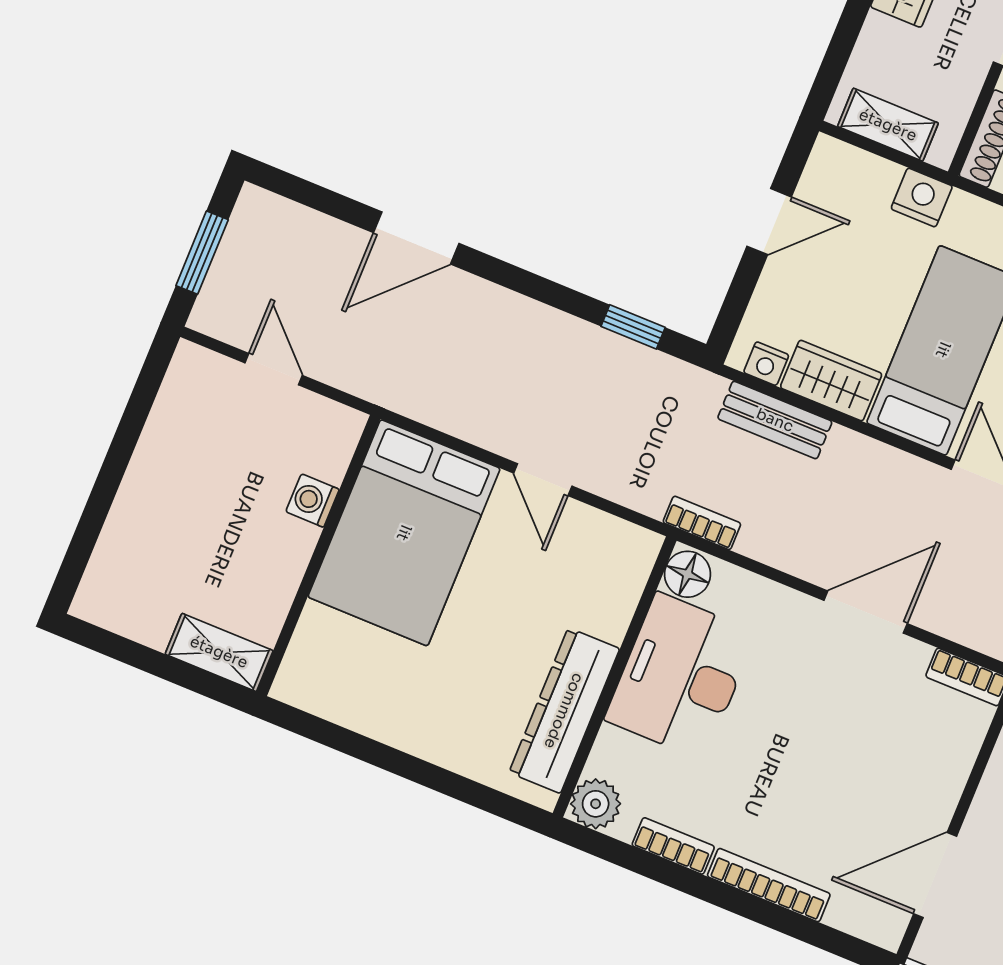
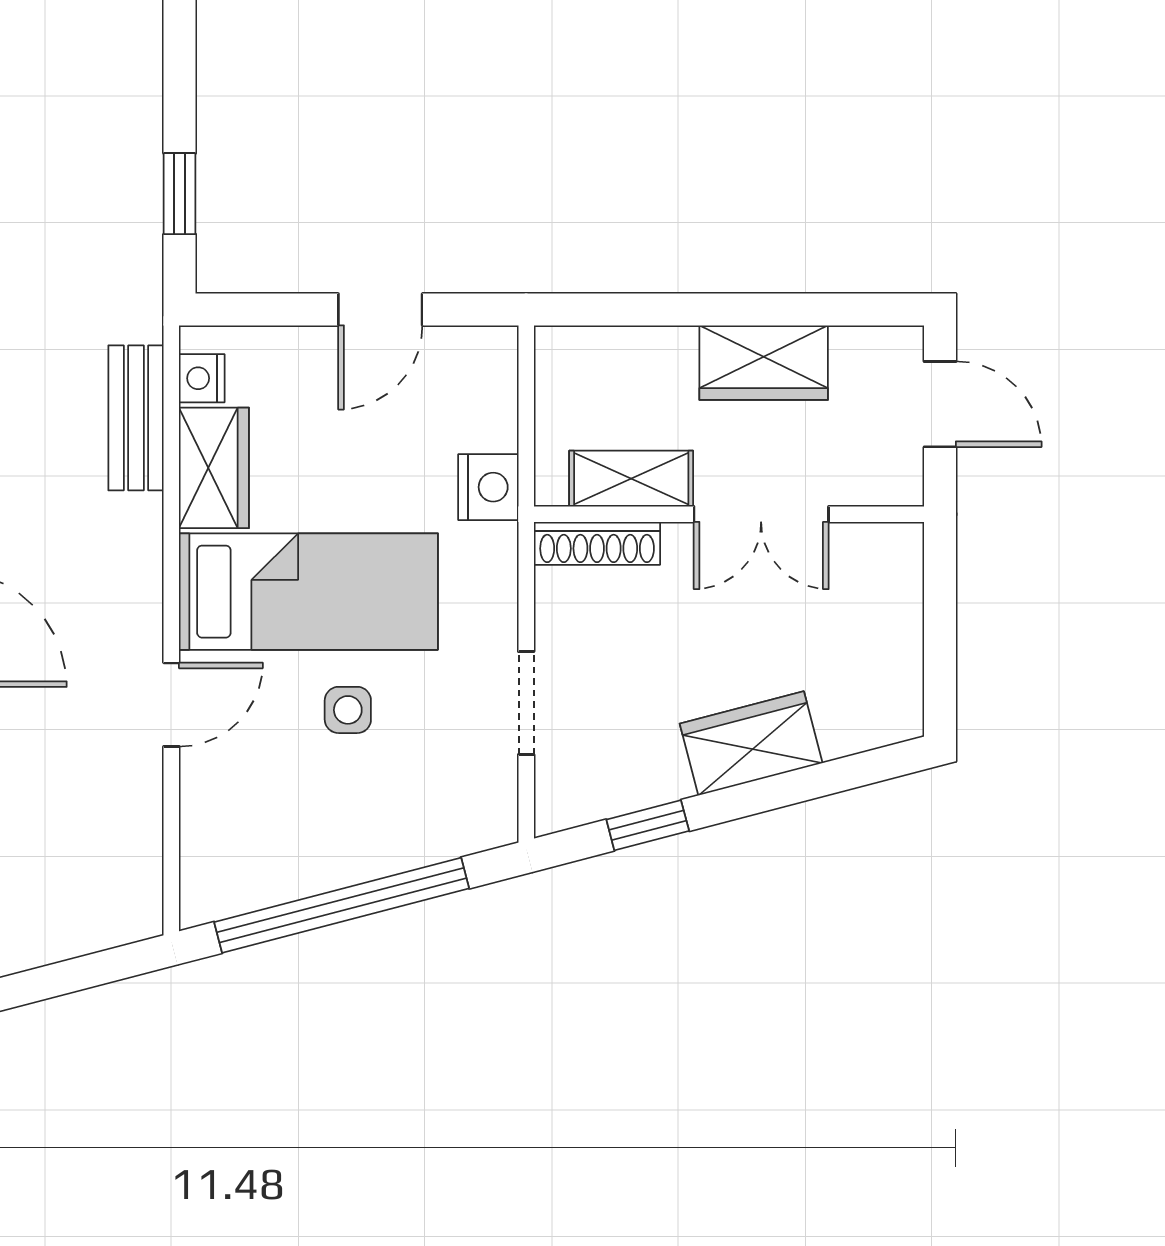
shelving: (888, 125) -> (631, 479), moved, turned 90
door: (769, 222) -> (380, 309), hinge flipped

